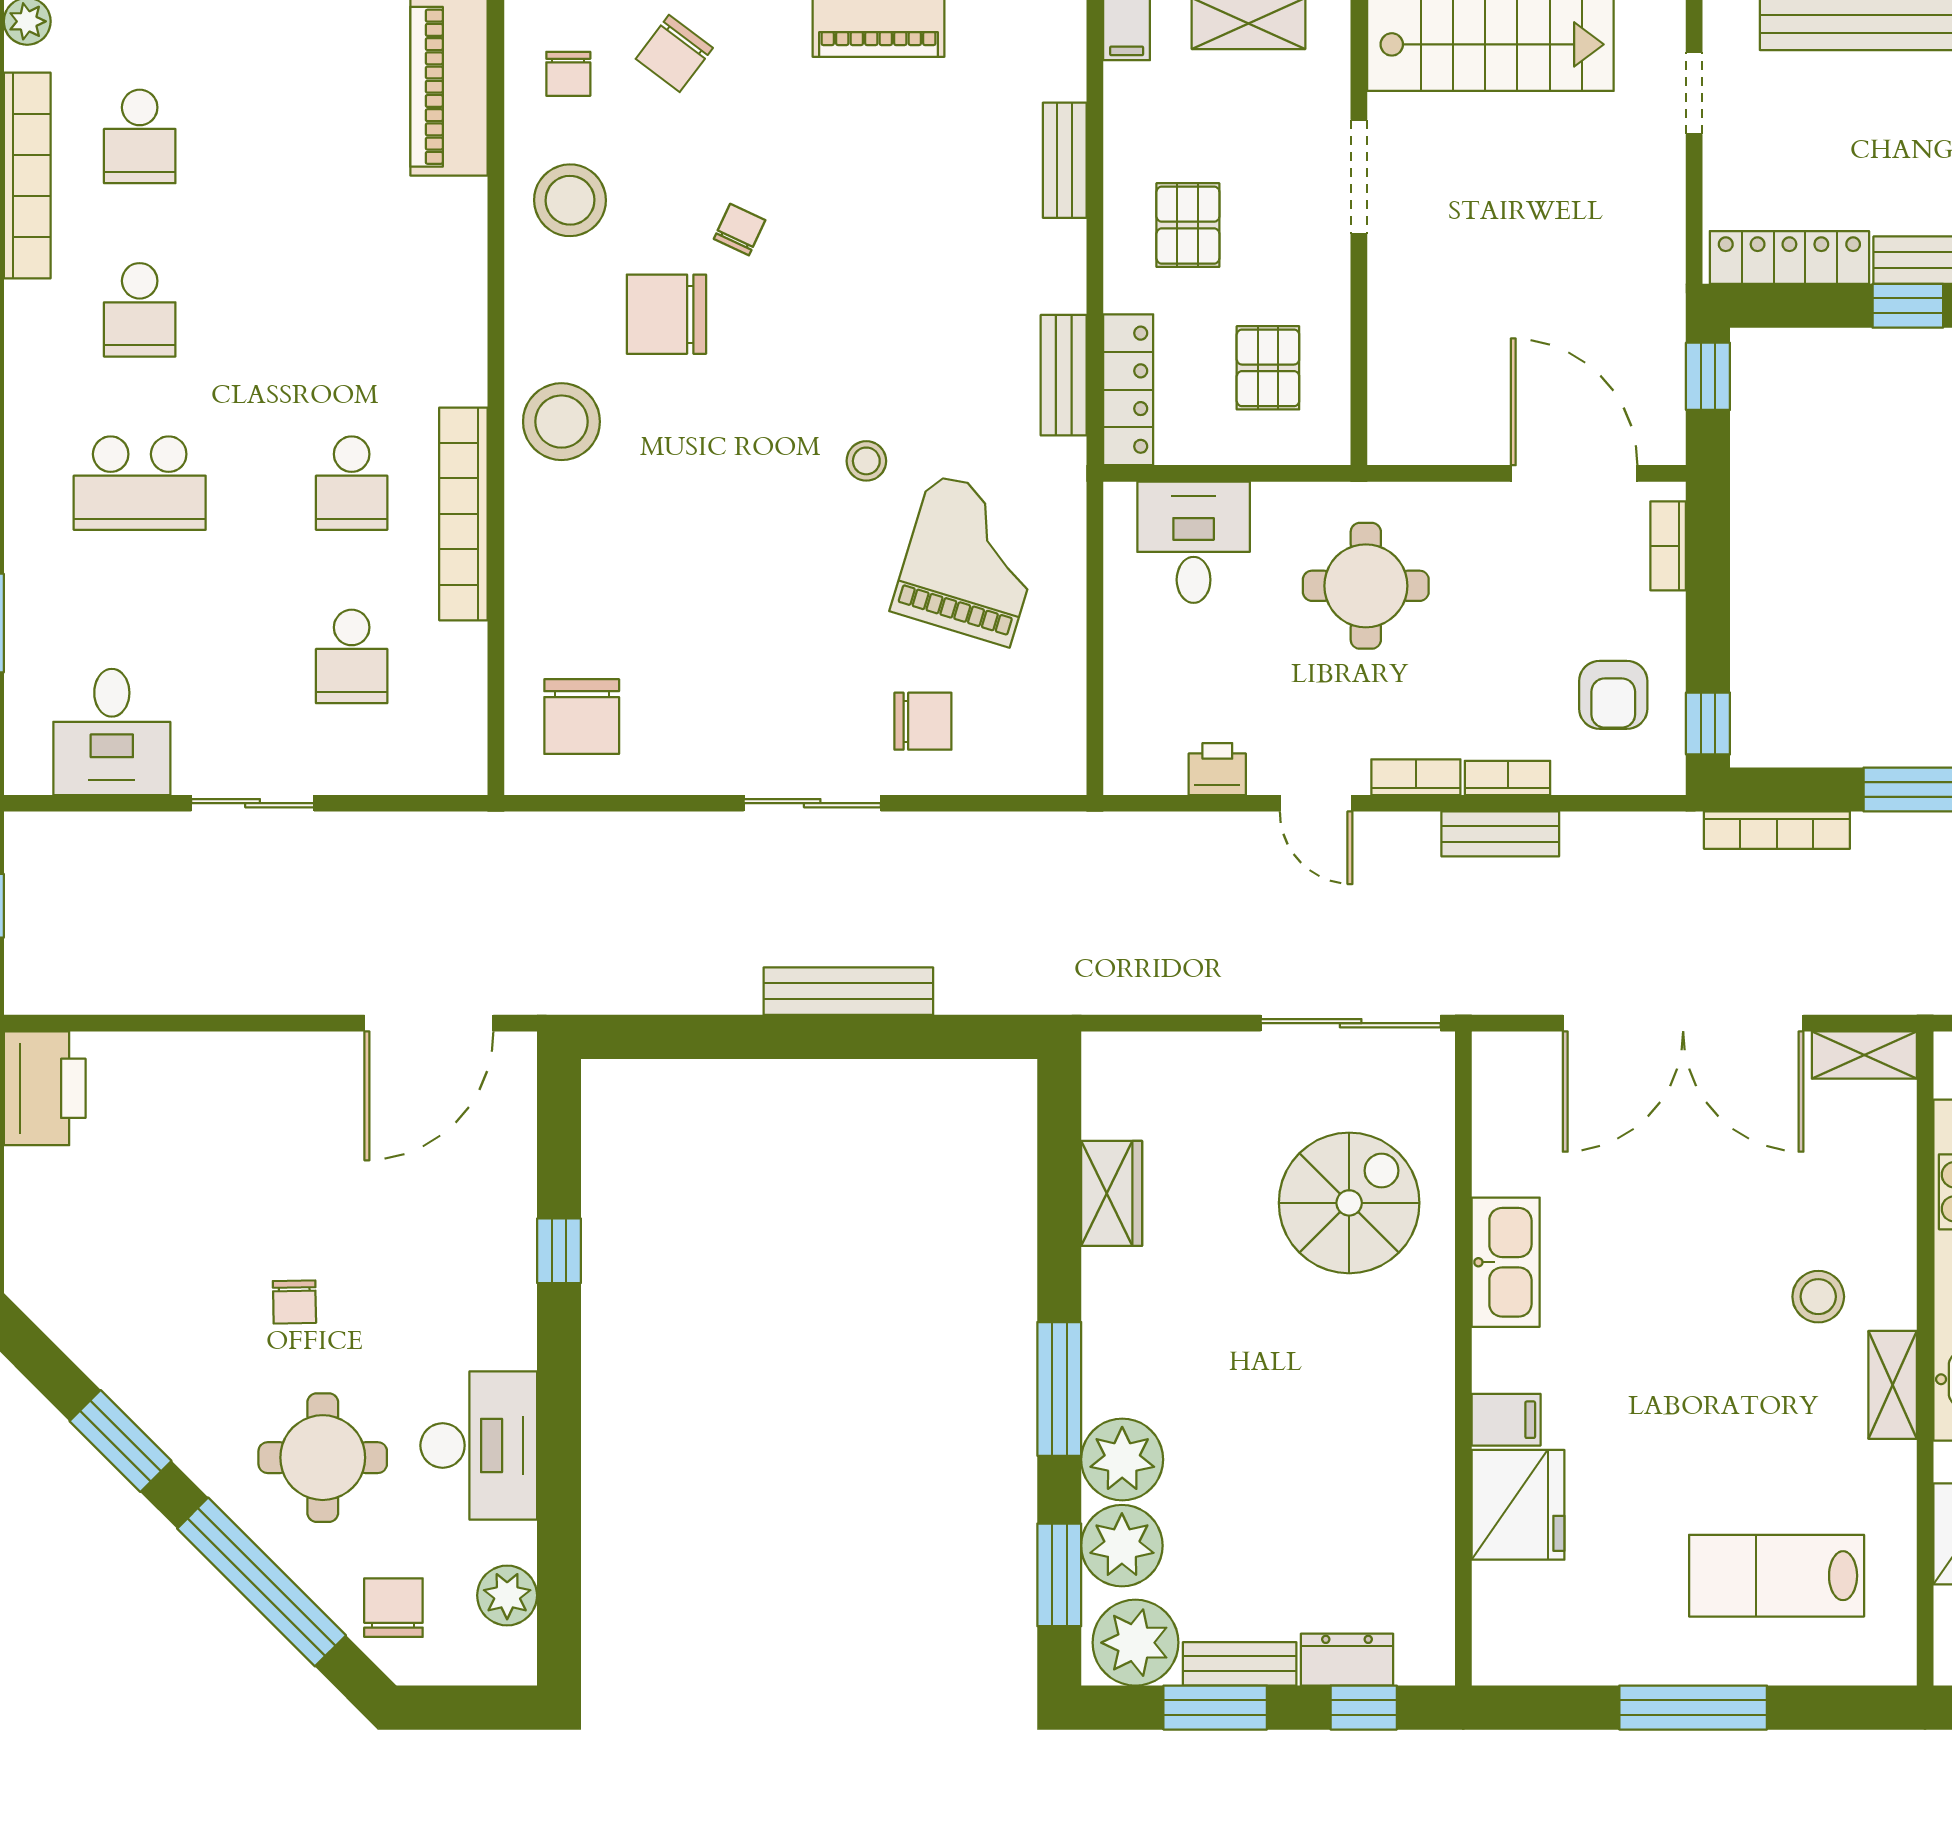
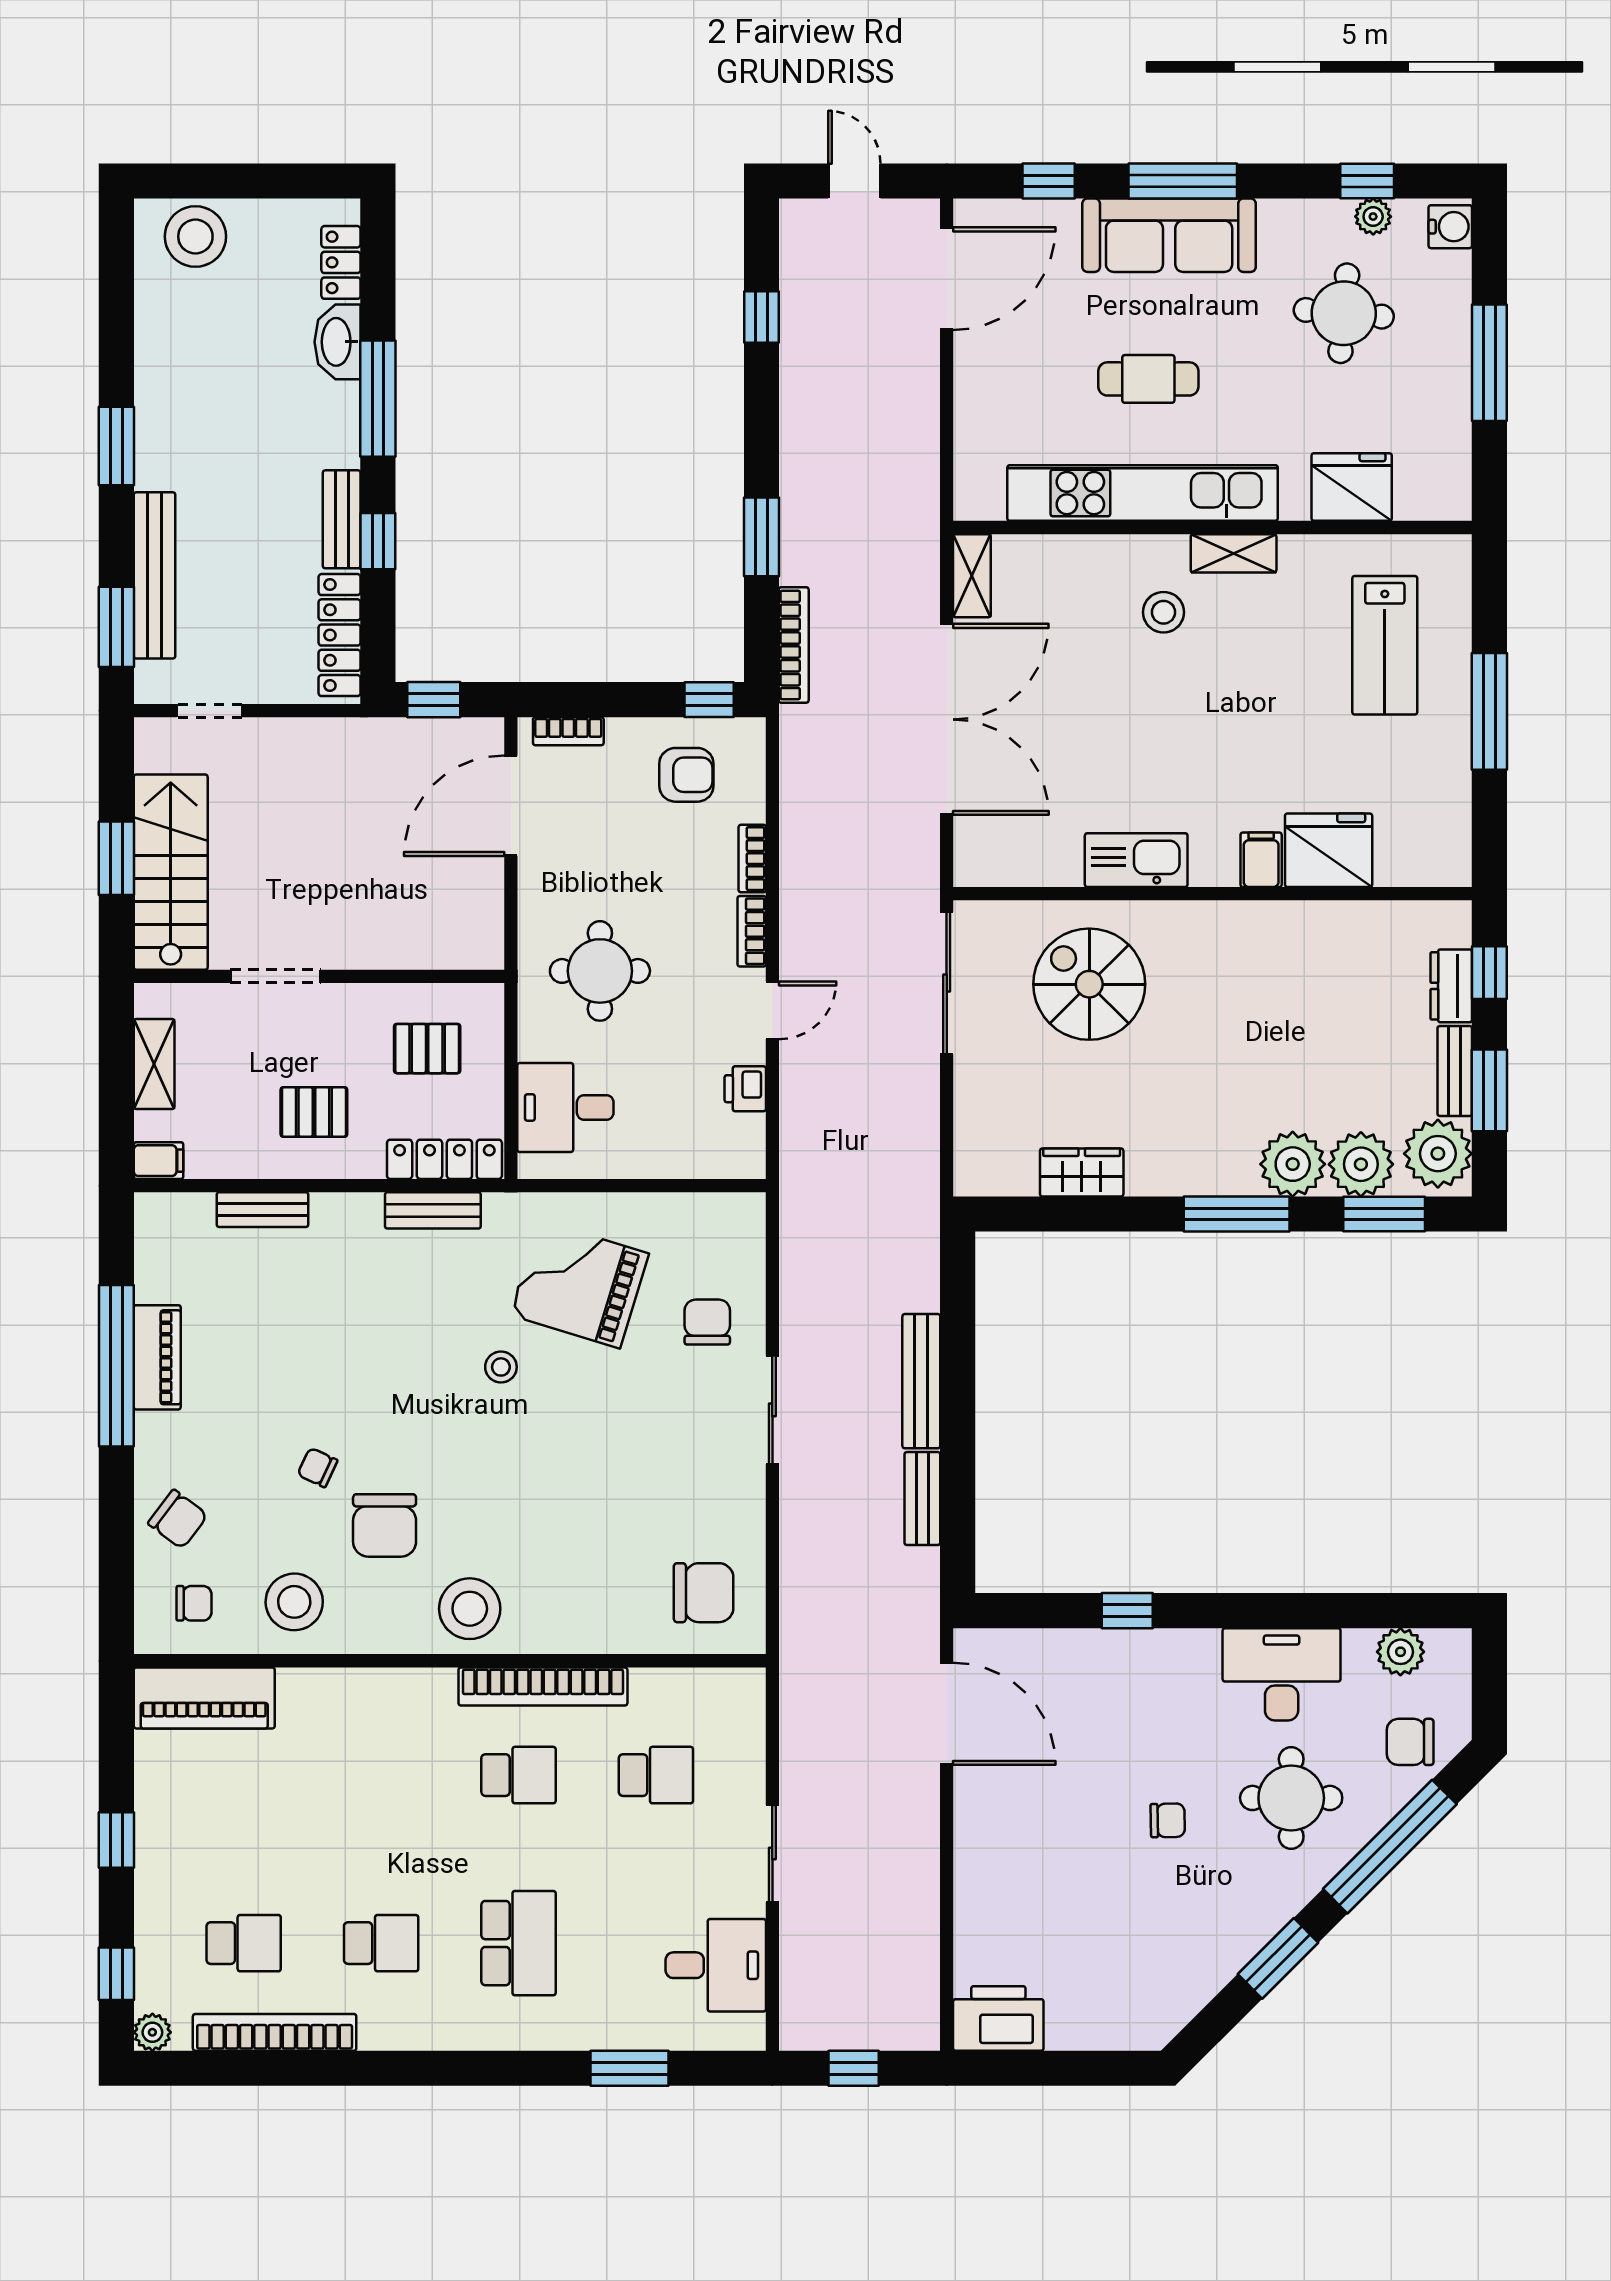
bench: (1500, 834) -> (922, 1499), moved

